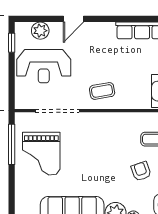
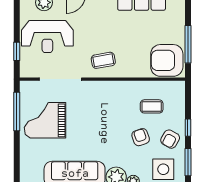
window: (12, 43) -> (17, 51), moved
grand piano: (41, 154) -> (45, 120), turned 90

